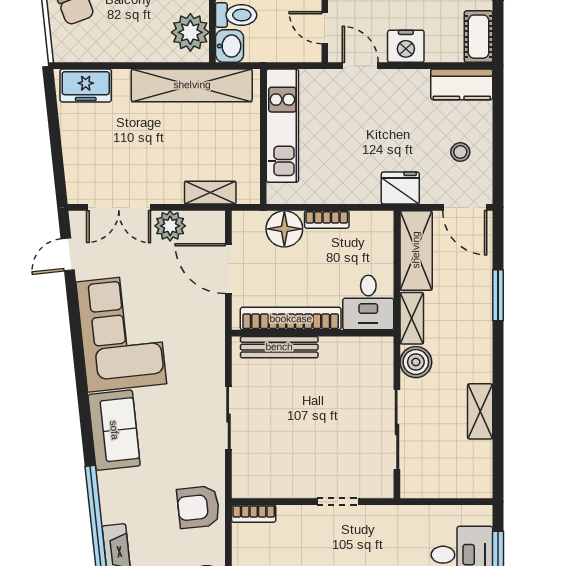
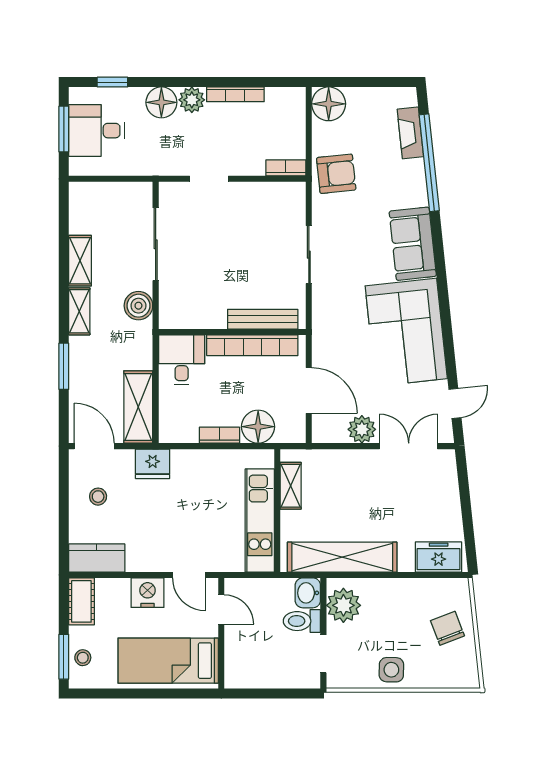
shelving: (210, 193) -> (291, 486), moved, turned 90
shelving: (412, 318) -> (79, 311), moved

